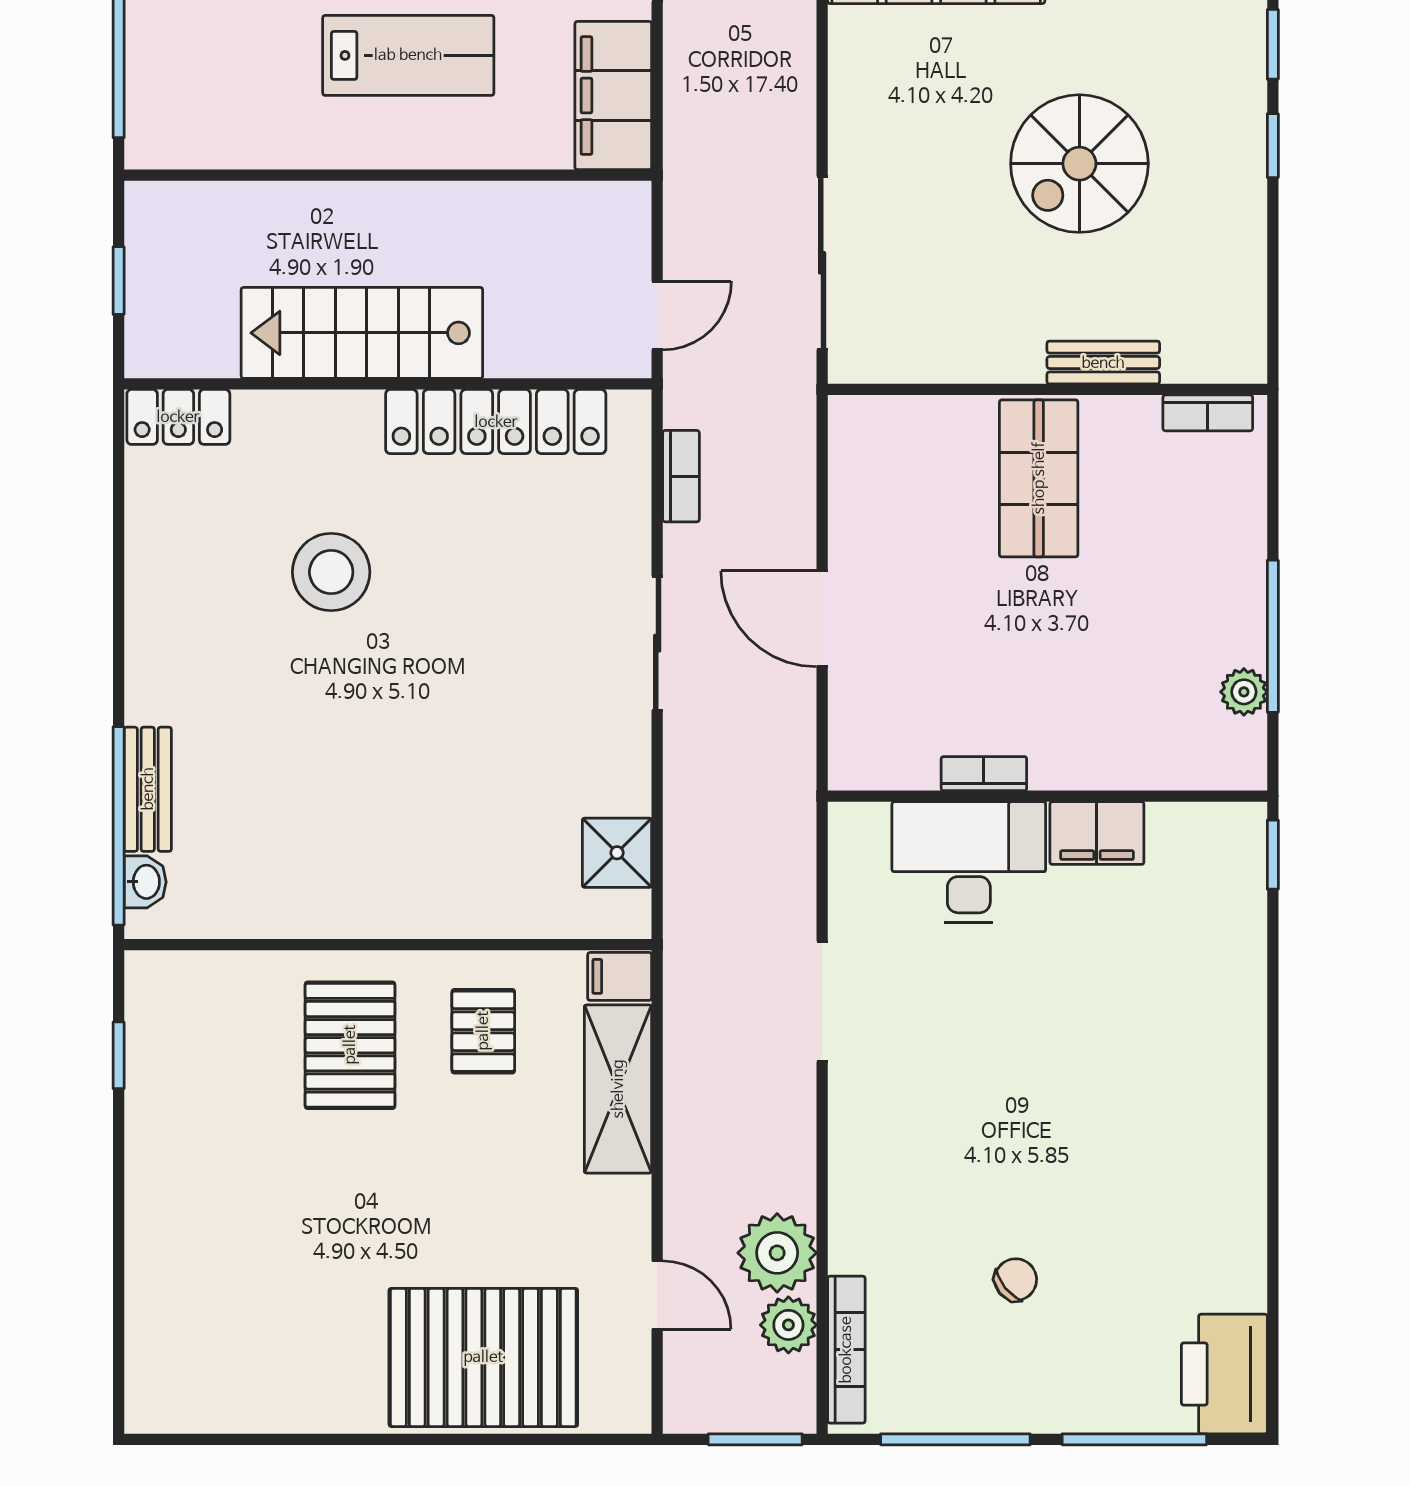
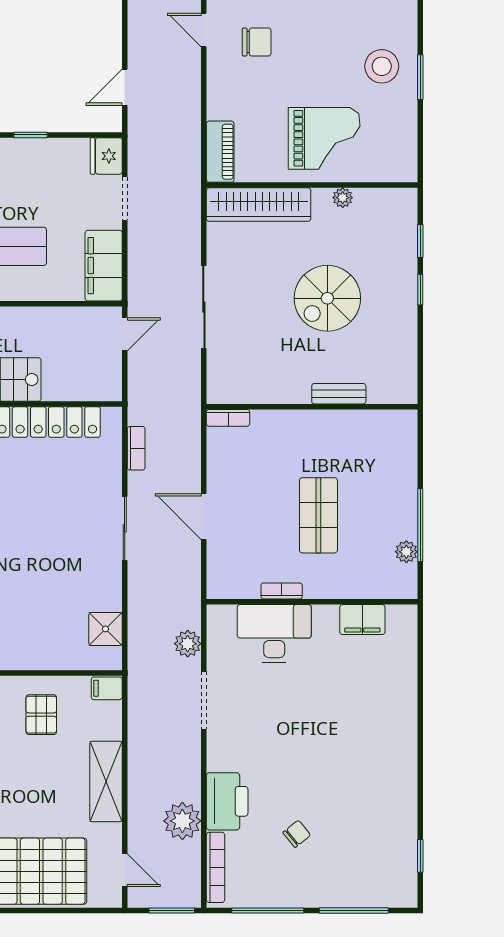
sliding door: (822, 263) -> (204, 307), moved
door: (657, 316) -> (125, 334), moved
bookcase: (1208, 413) -> (228, 418), moved
shop shelf: (1039, 478) -> (318, 515), moved
filing cabinet: (1097, 833) -> (362, 620), moved
window: (1273, 855) -> (420, 856), moved
shelving: (618, 1089) -> (106, 781), moved
door: (657, 1295) -> (125, 870), moved
plant: (788, 1325) -> (188, 644), moved
printer: (1224, 1374) -> (227, 801), moved, turned 180

